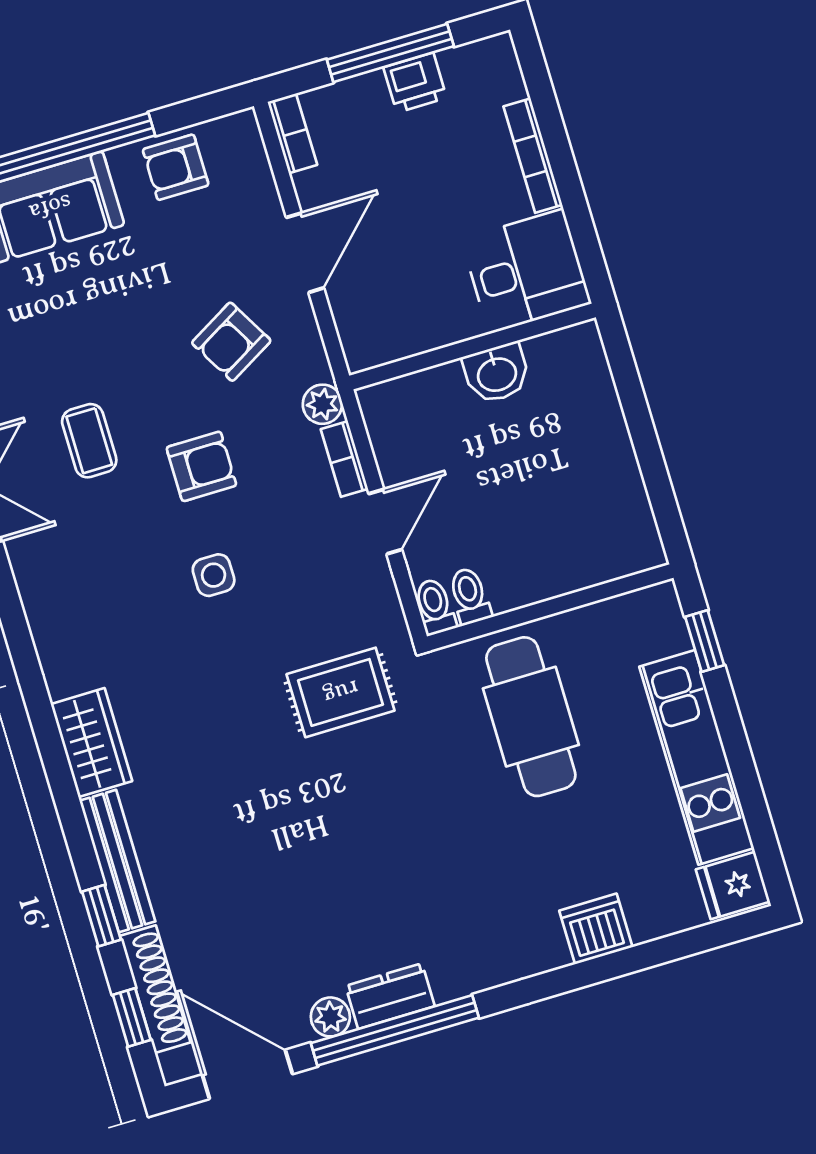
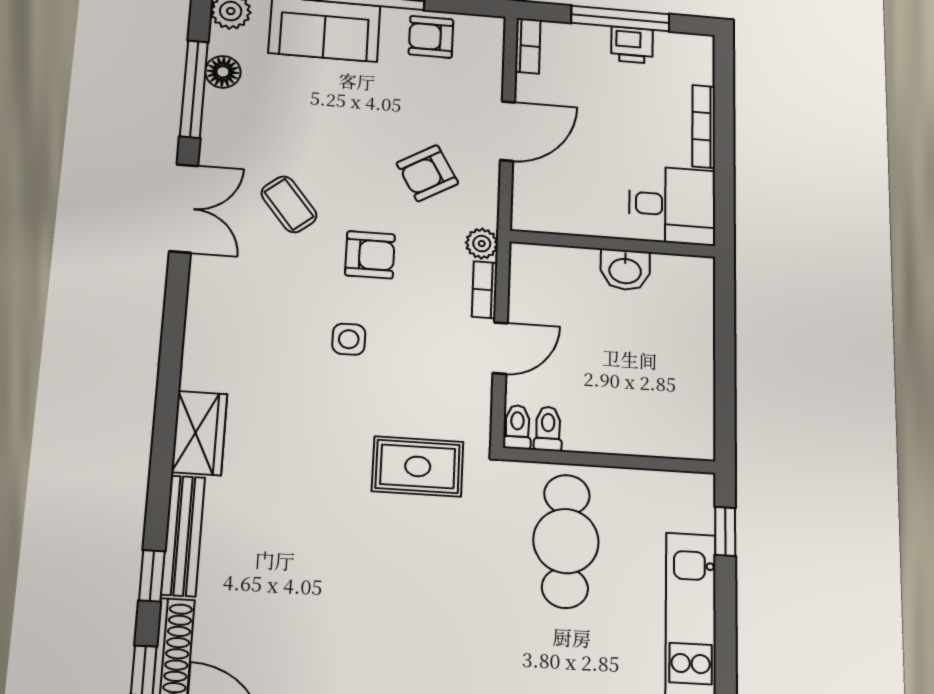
coffee table: (89, 441) -> (289, 204), turned -39

